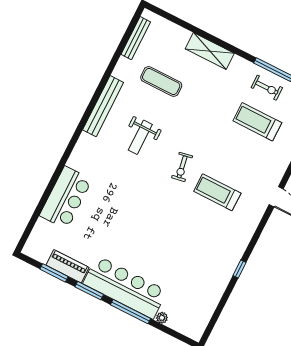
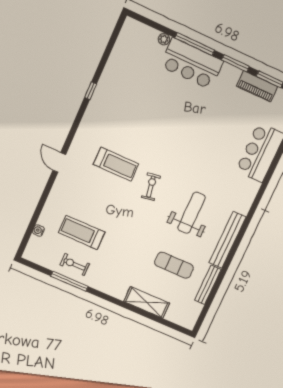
bench: (136, 38) -> (208, 285), moved
shelving: (210, 51) -> (147, 302), moved
treadmill: (257, 122) -> (82, 232), turned 180
weight bench: (140, 137) -> (192, 213), width x1.36, depth x1.33
bar counter: (125, 287) -> (192, 64), width x0.73

